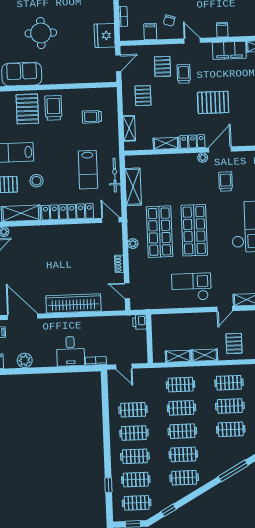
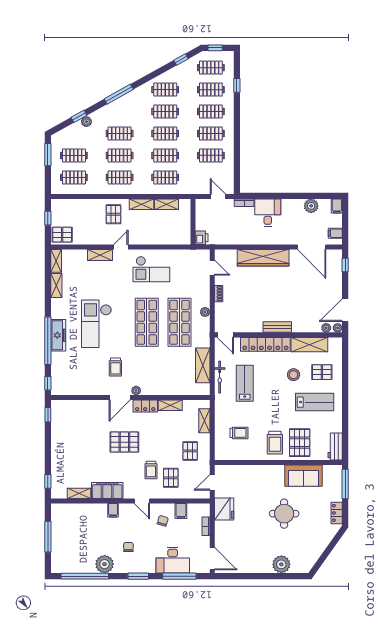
bench: (56, 230) -> (277, 327), added

